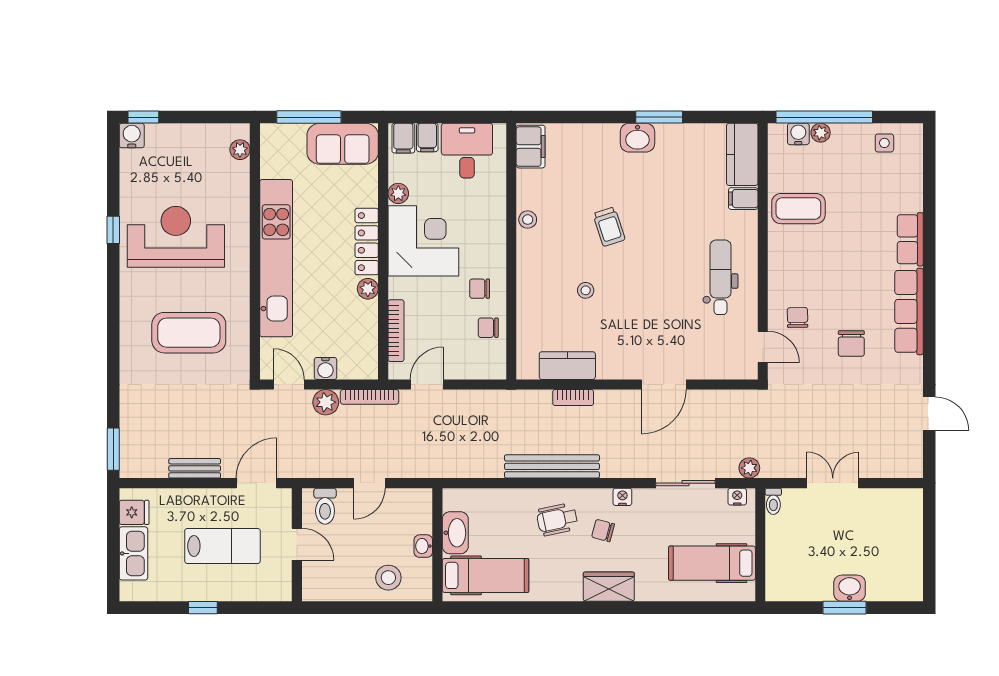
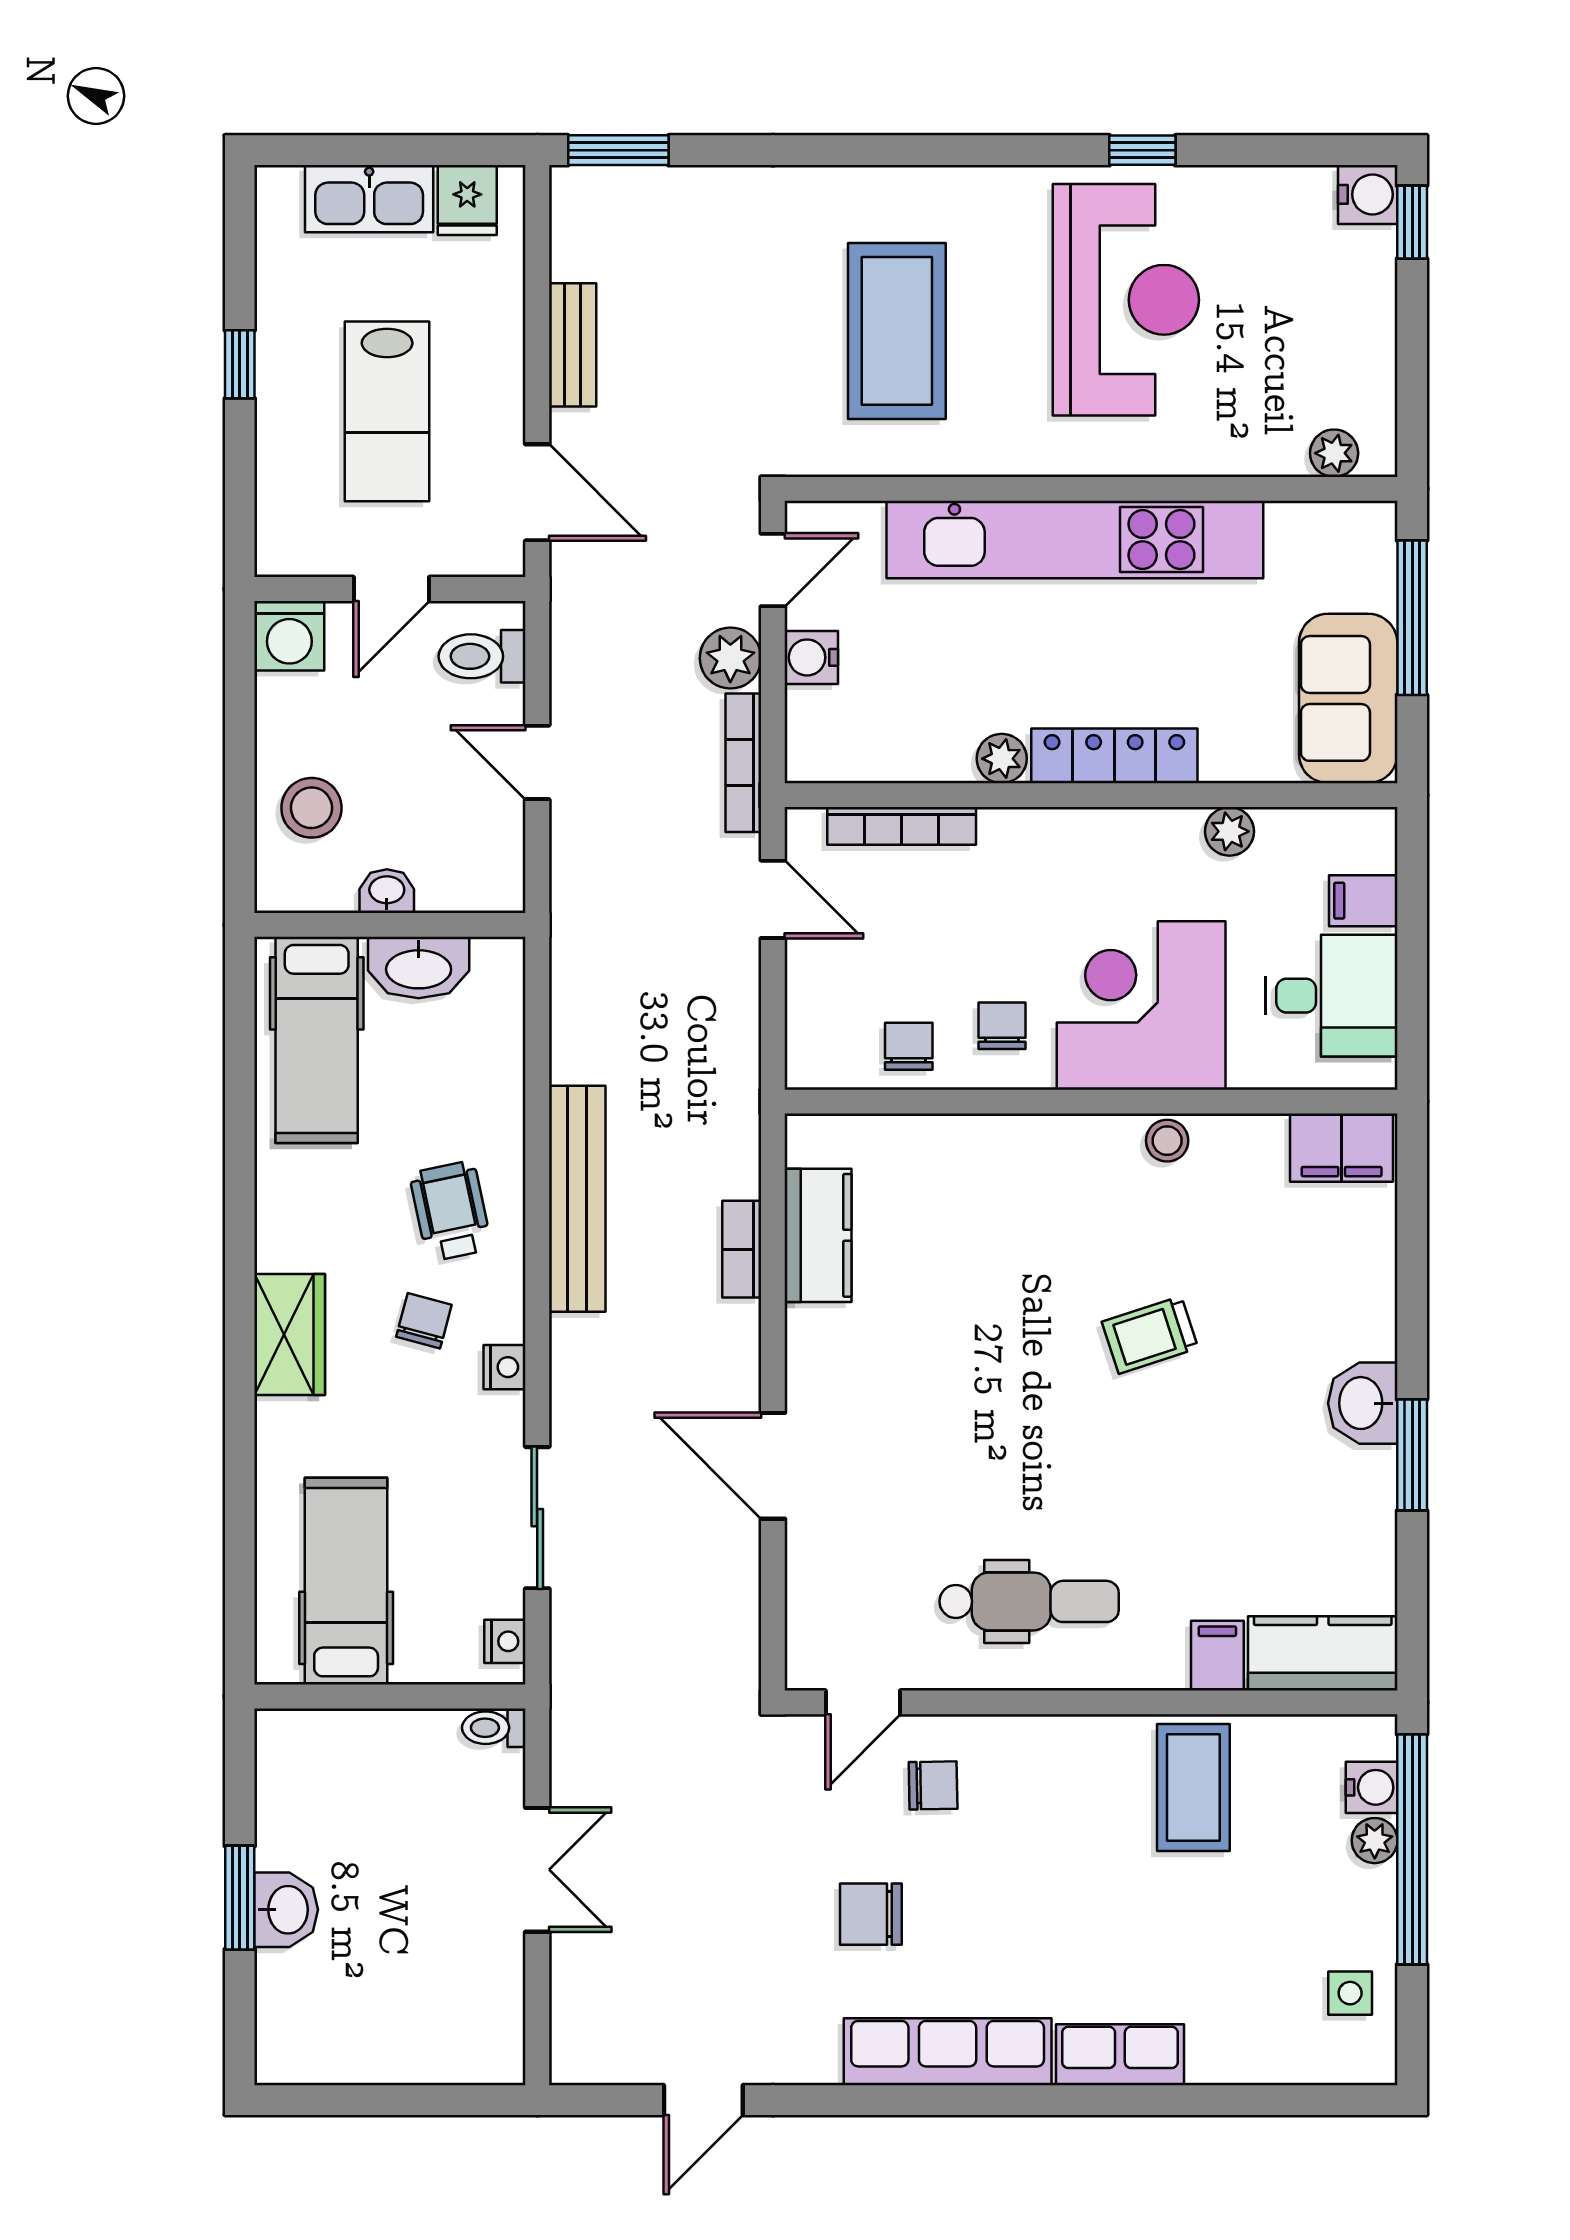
filing cabinet: (403, 138) -> (1361, 843), removed
corner desk: (423, 241) -> (1141, 1005), moved, turned 180
stool: (586, 290) -> (998, 1279), removed
plant: (749, 468) -> (573, 1670), removed
washing machine: (316, 587) -> (289, 636), added

